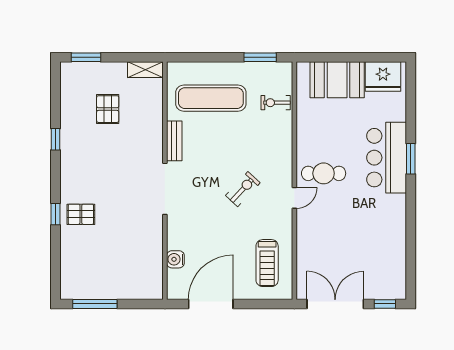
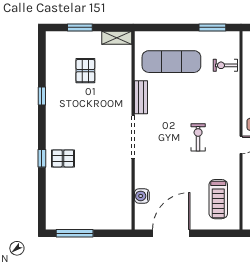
window: (86, 57) -> (80, 27), moved
exercise bike: (243, 189) -> (198, 137), turned -43

